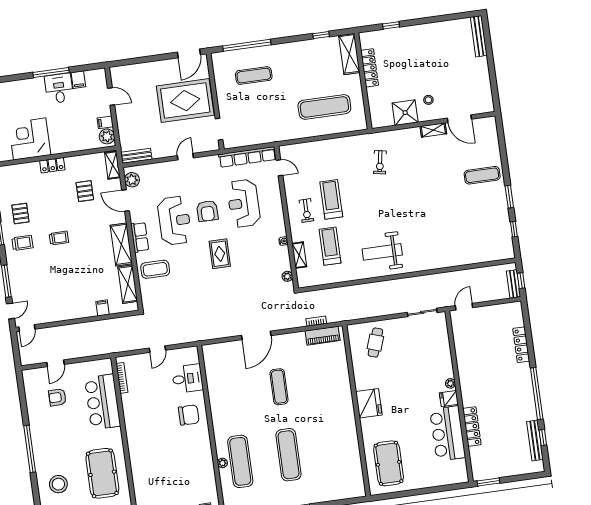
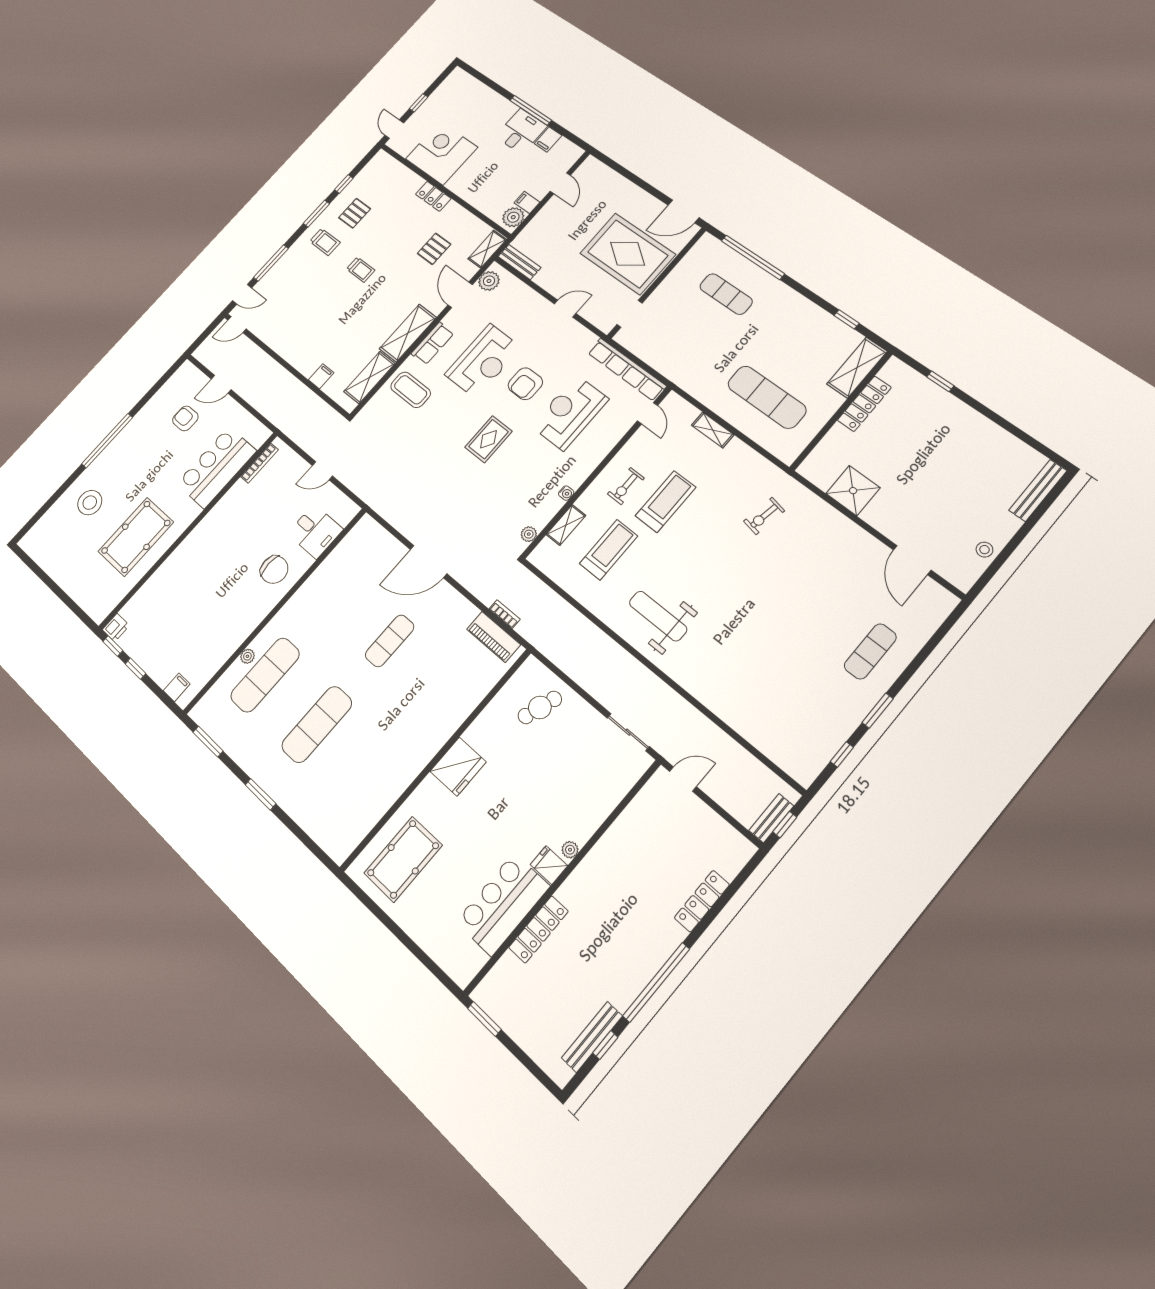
stool: (428, 100) -> (984, 550), moved
shelving: (433, 130) -> (713, 430), moved
exercise mat: (482, 175) -> (870, 651), turned 90

